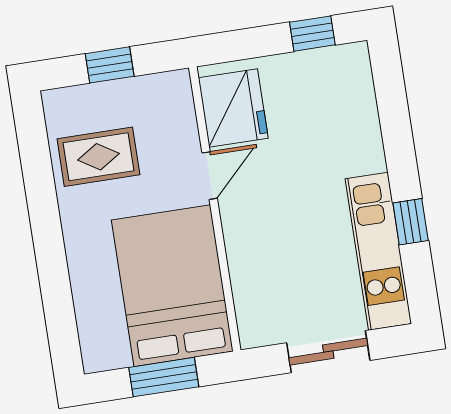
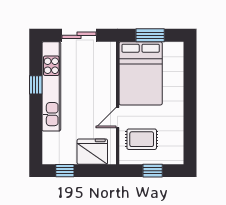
fridge: (233, 108) -> (92, 152), moved, turned 90
rug: (98, 157) -> (142, 139), moved
kitchen unit: (378, 251) -> (51, 86), width x1.36

